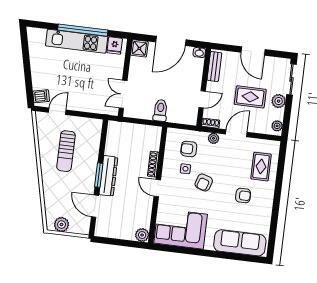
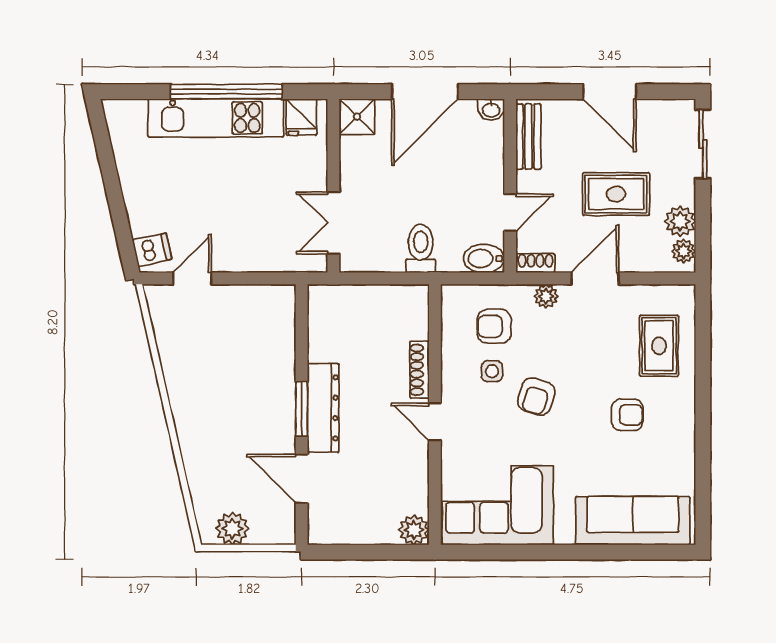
plant: (279, 101) -> (680, 221), moved
bidet: (188, 118) -> (484, 258), added
sun lounger: (66, 151) -> (222, 364), removed

